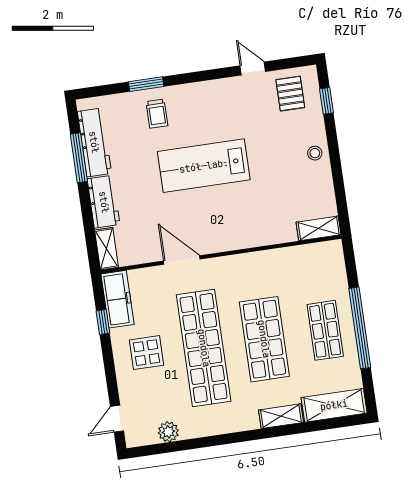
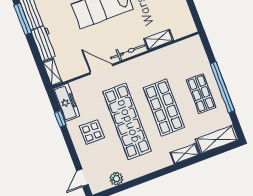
shelving: (319, 228) -> (159, 40), moved
bicycle: (228, 242) -> (128, 52), added

